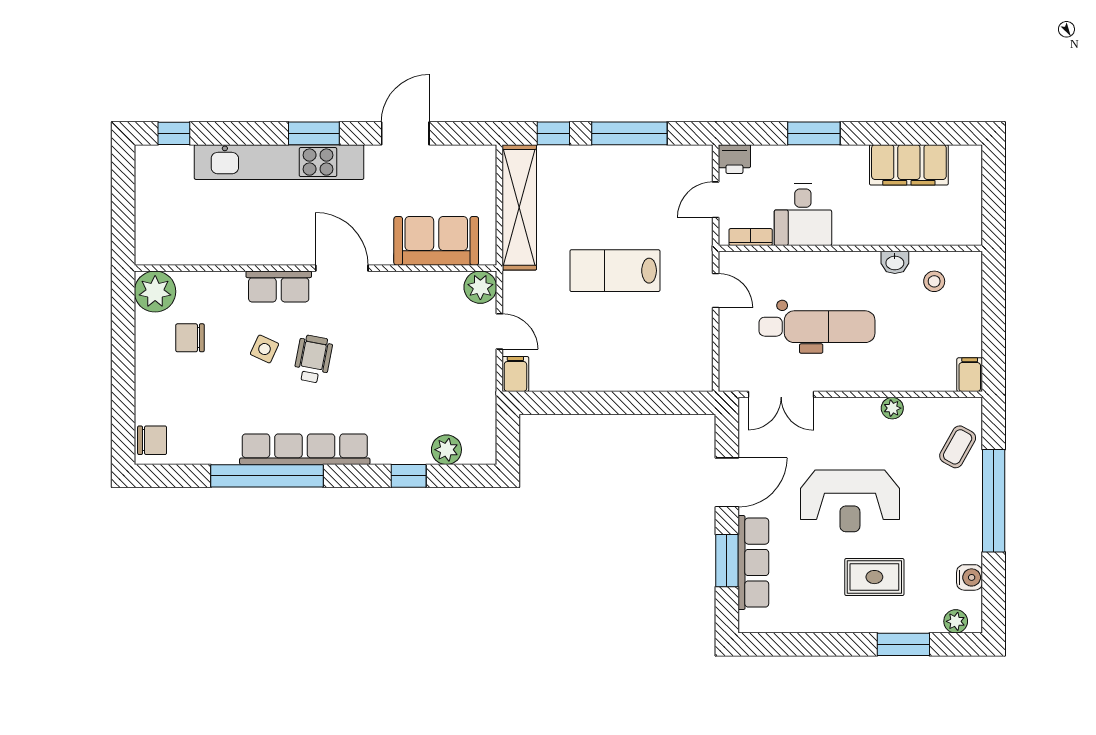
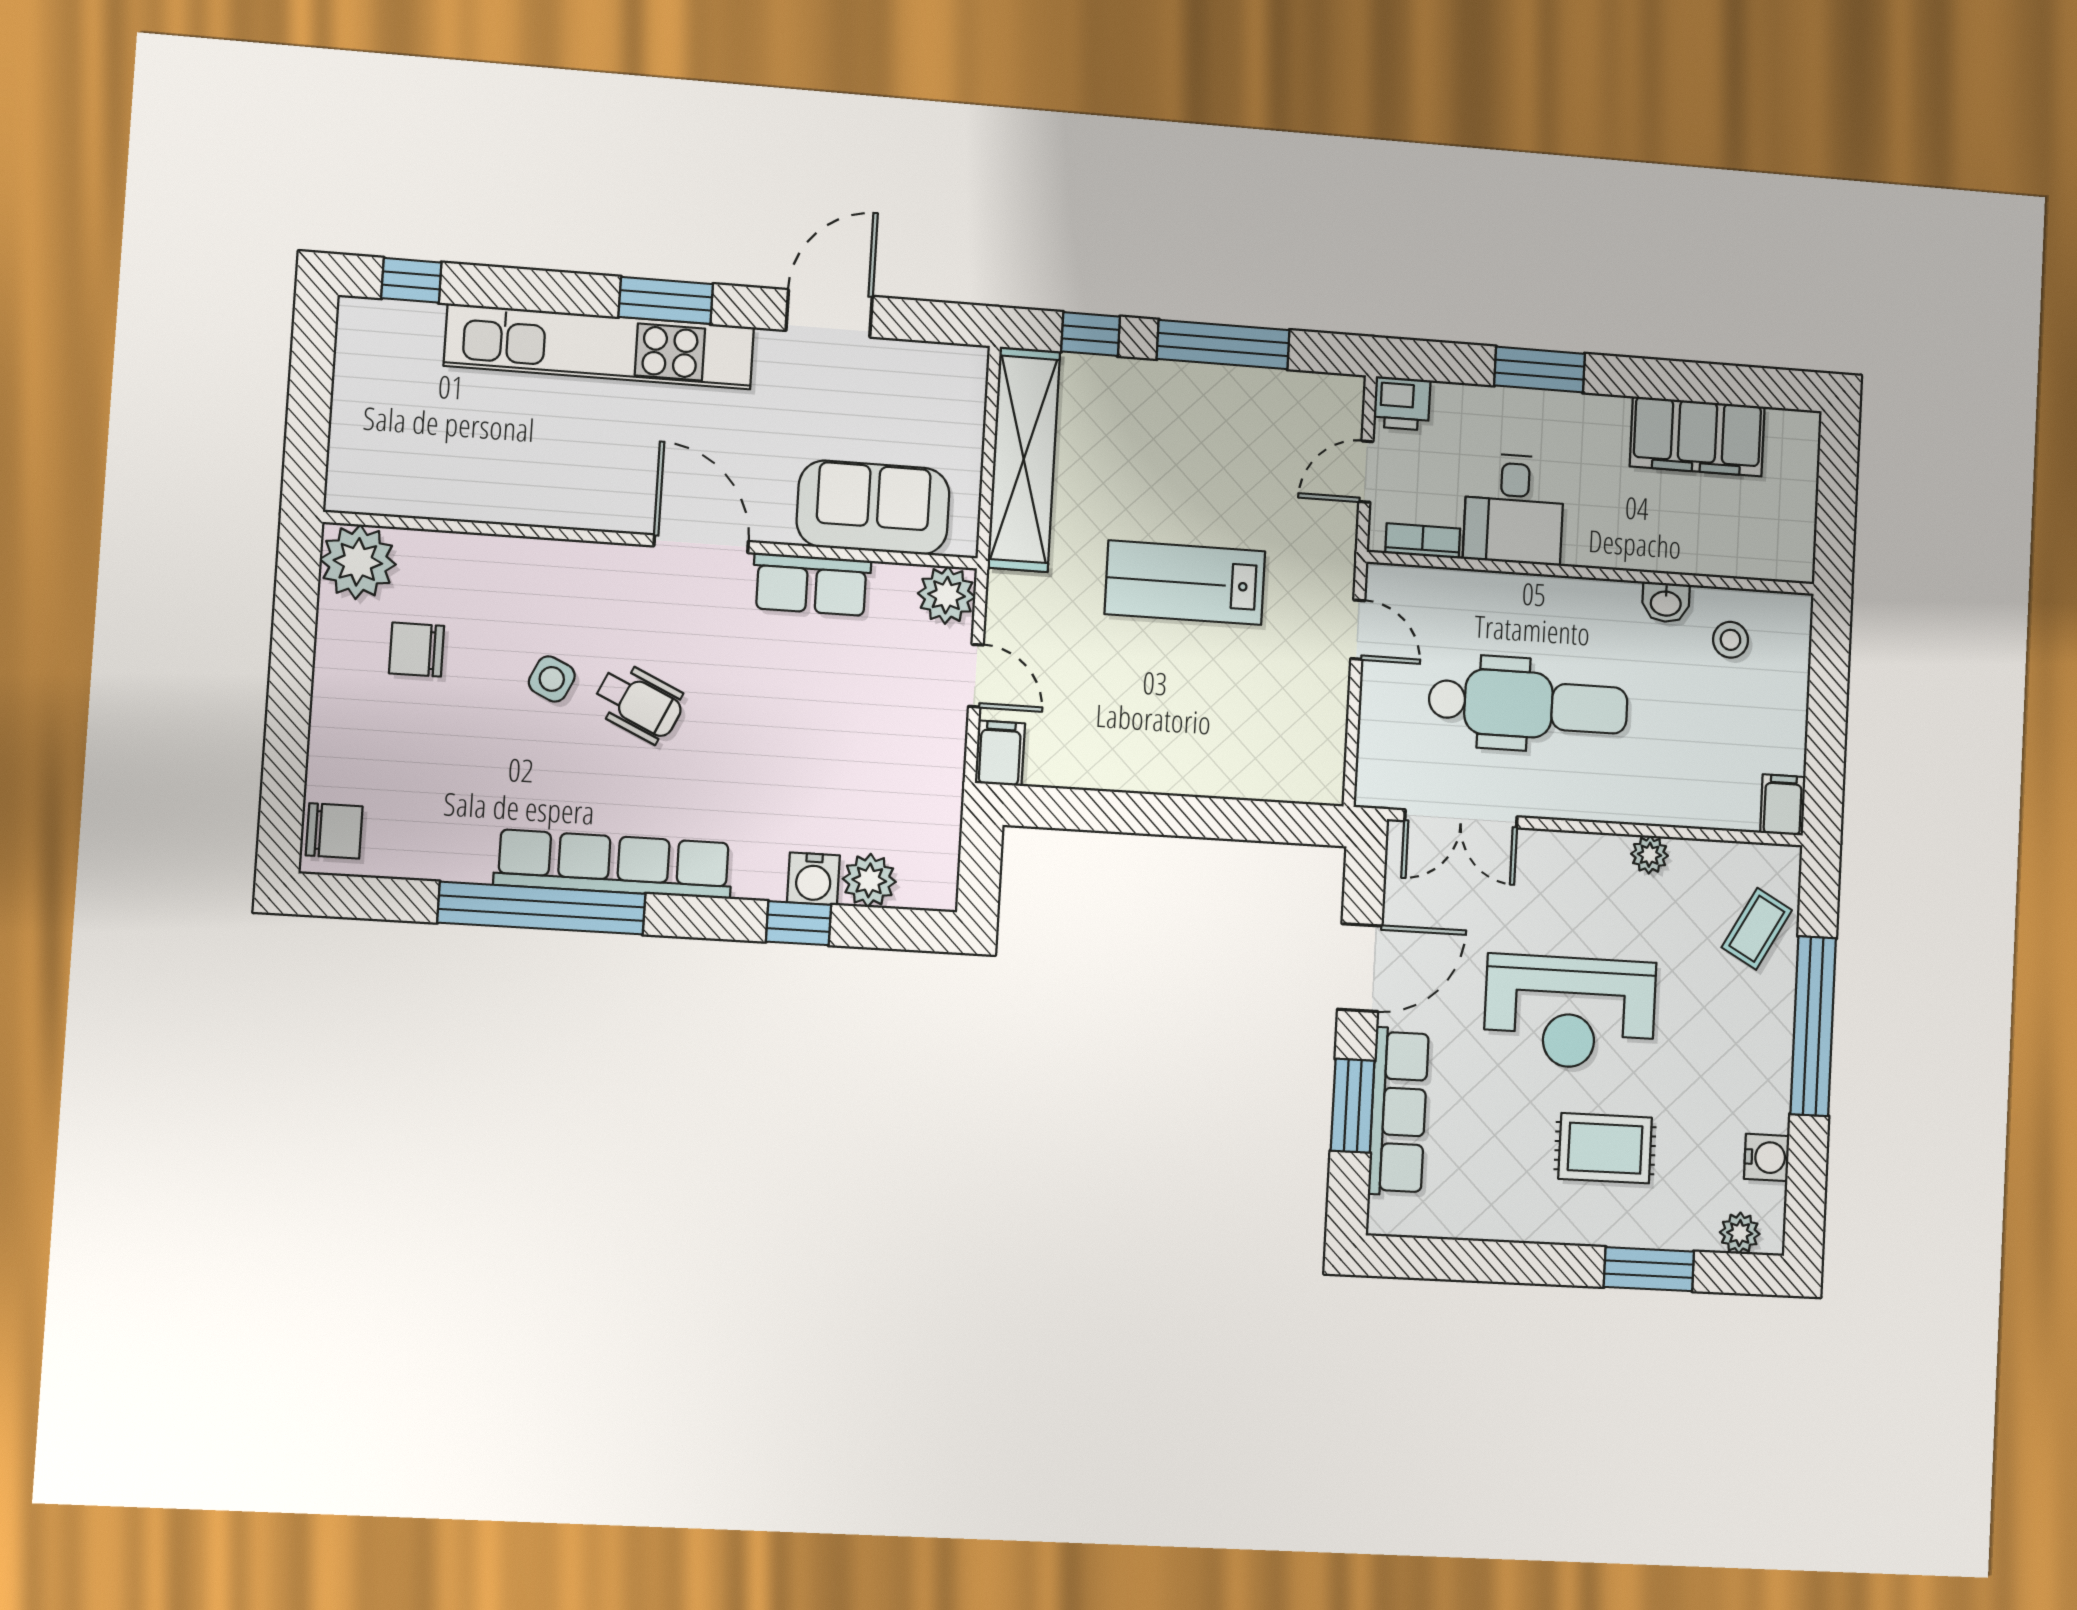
row of seats: (279, 286) -> (811, 584), moved
wheelchair: (313, 359) -> (639, 703), turned 104
water cooler: (415, 451) -> (813, 879), added

